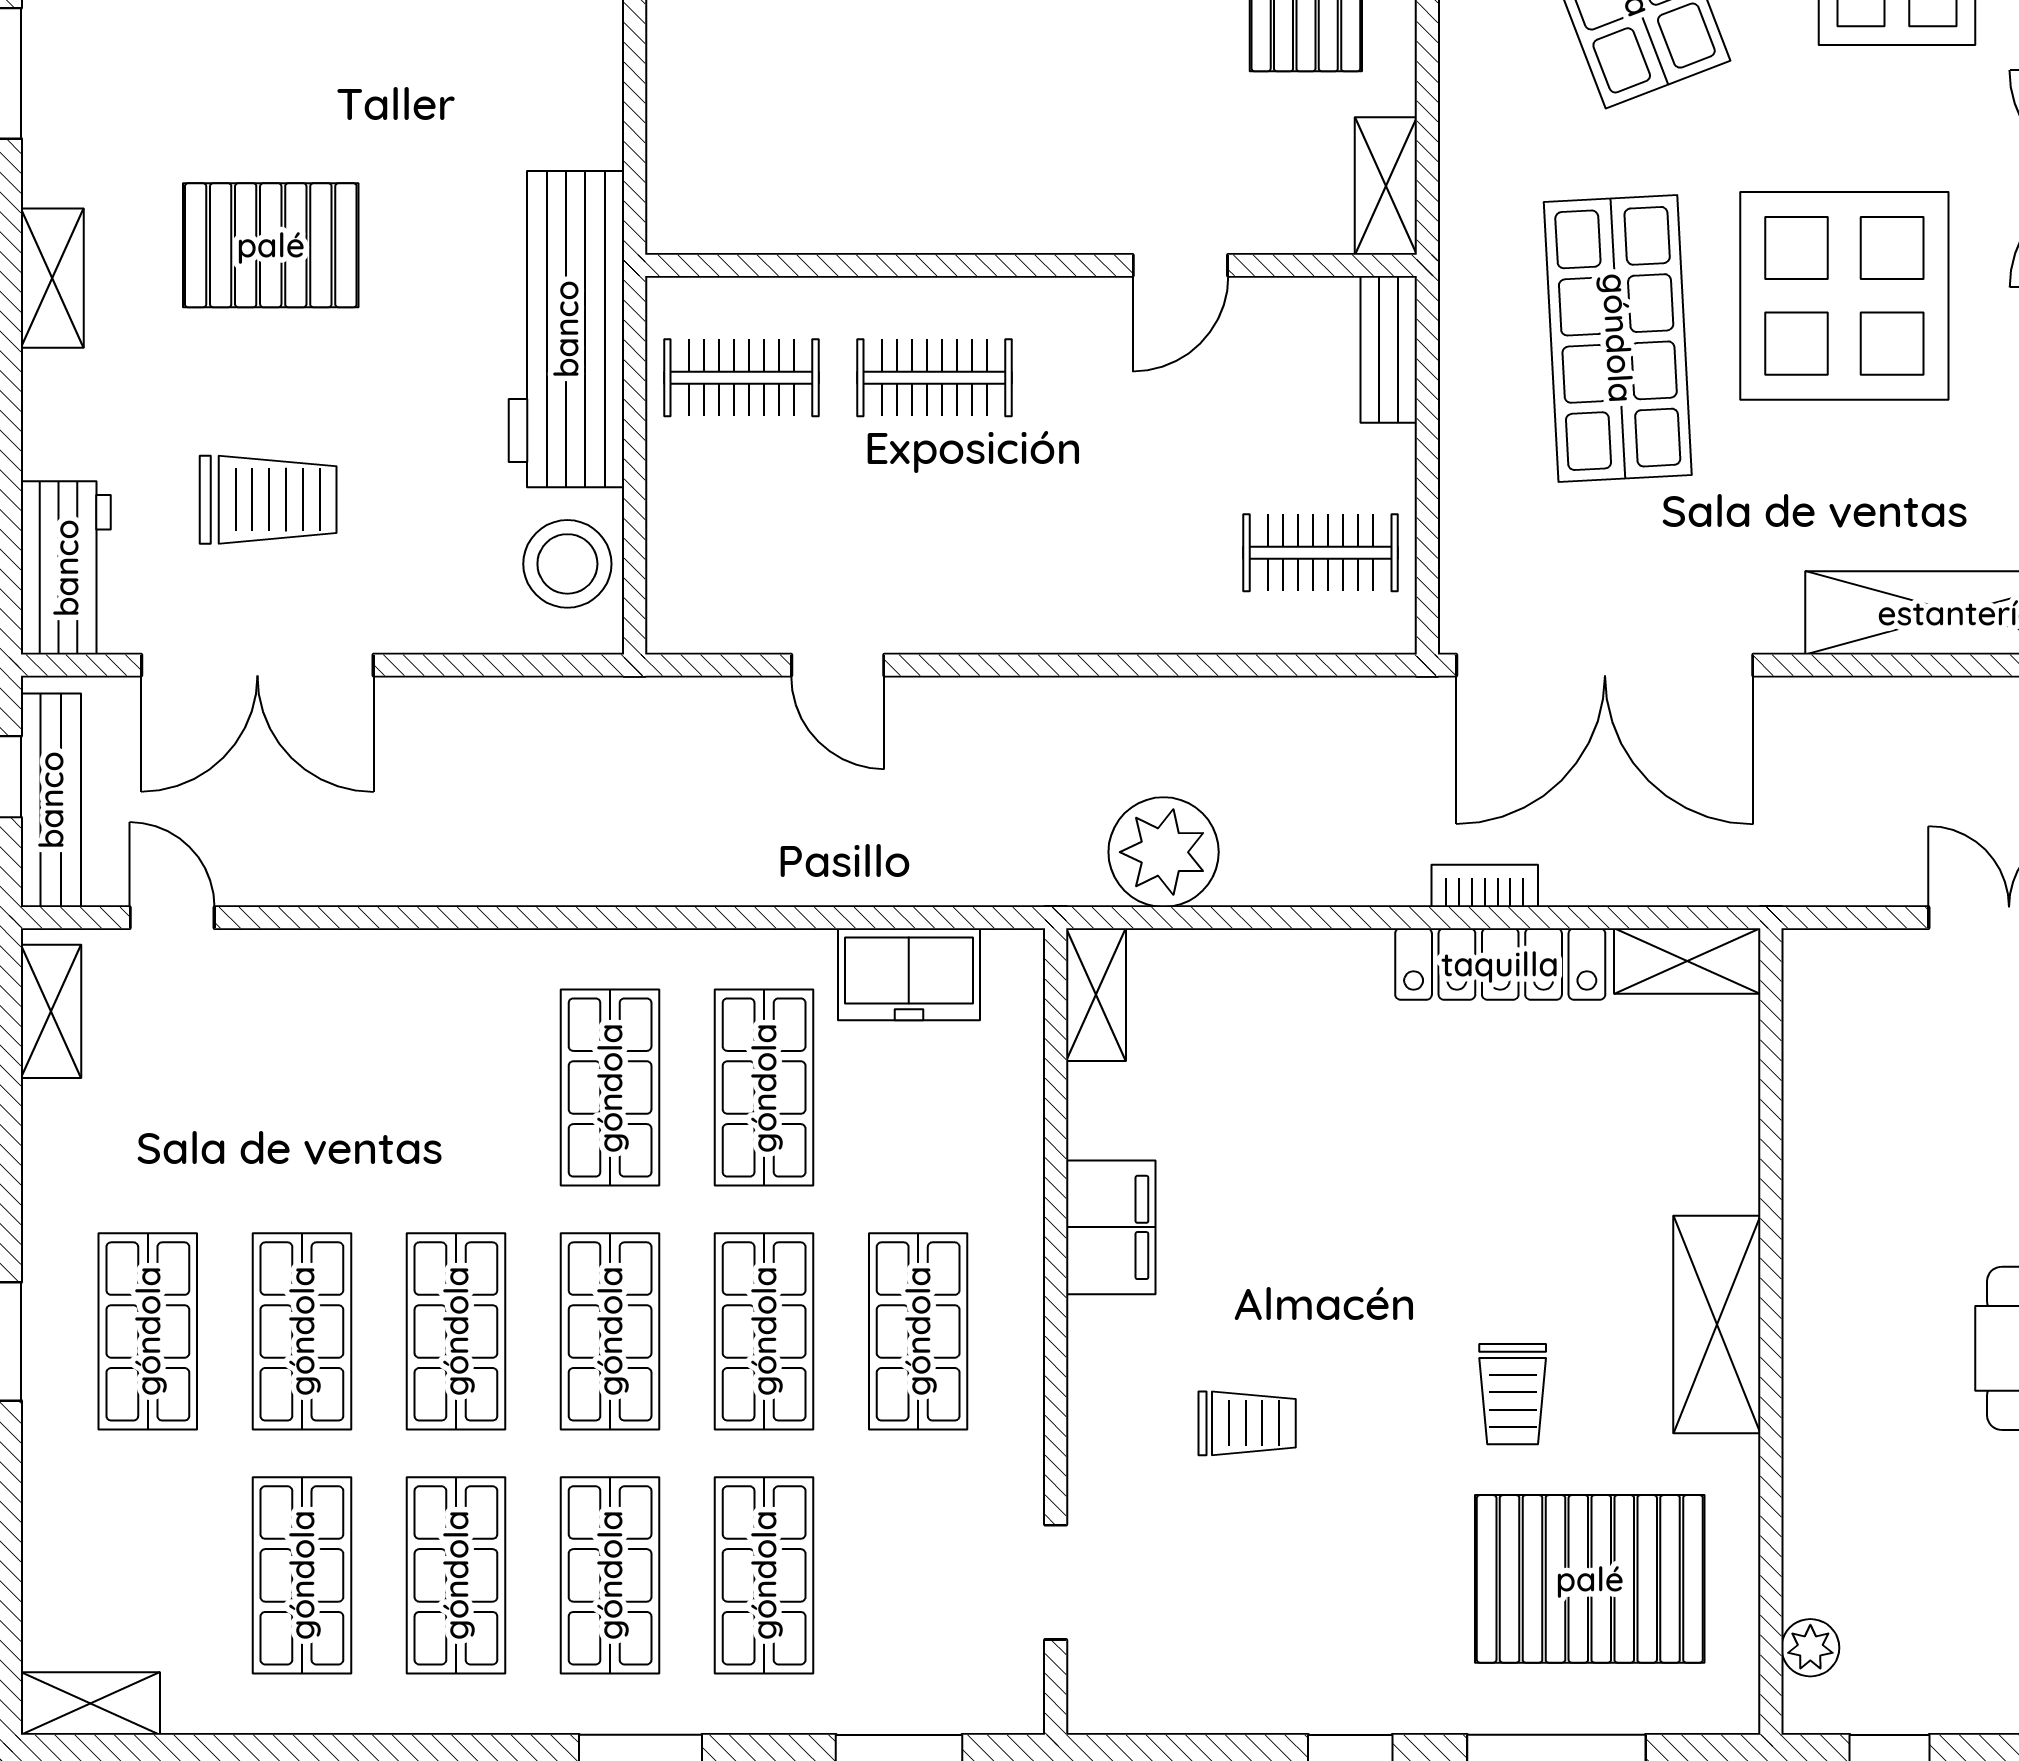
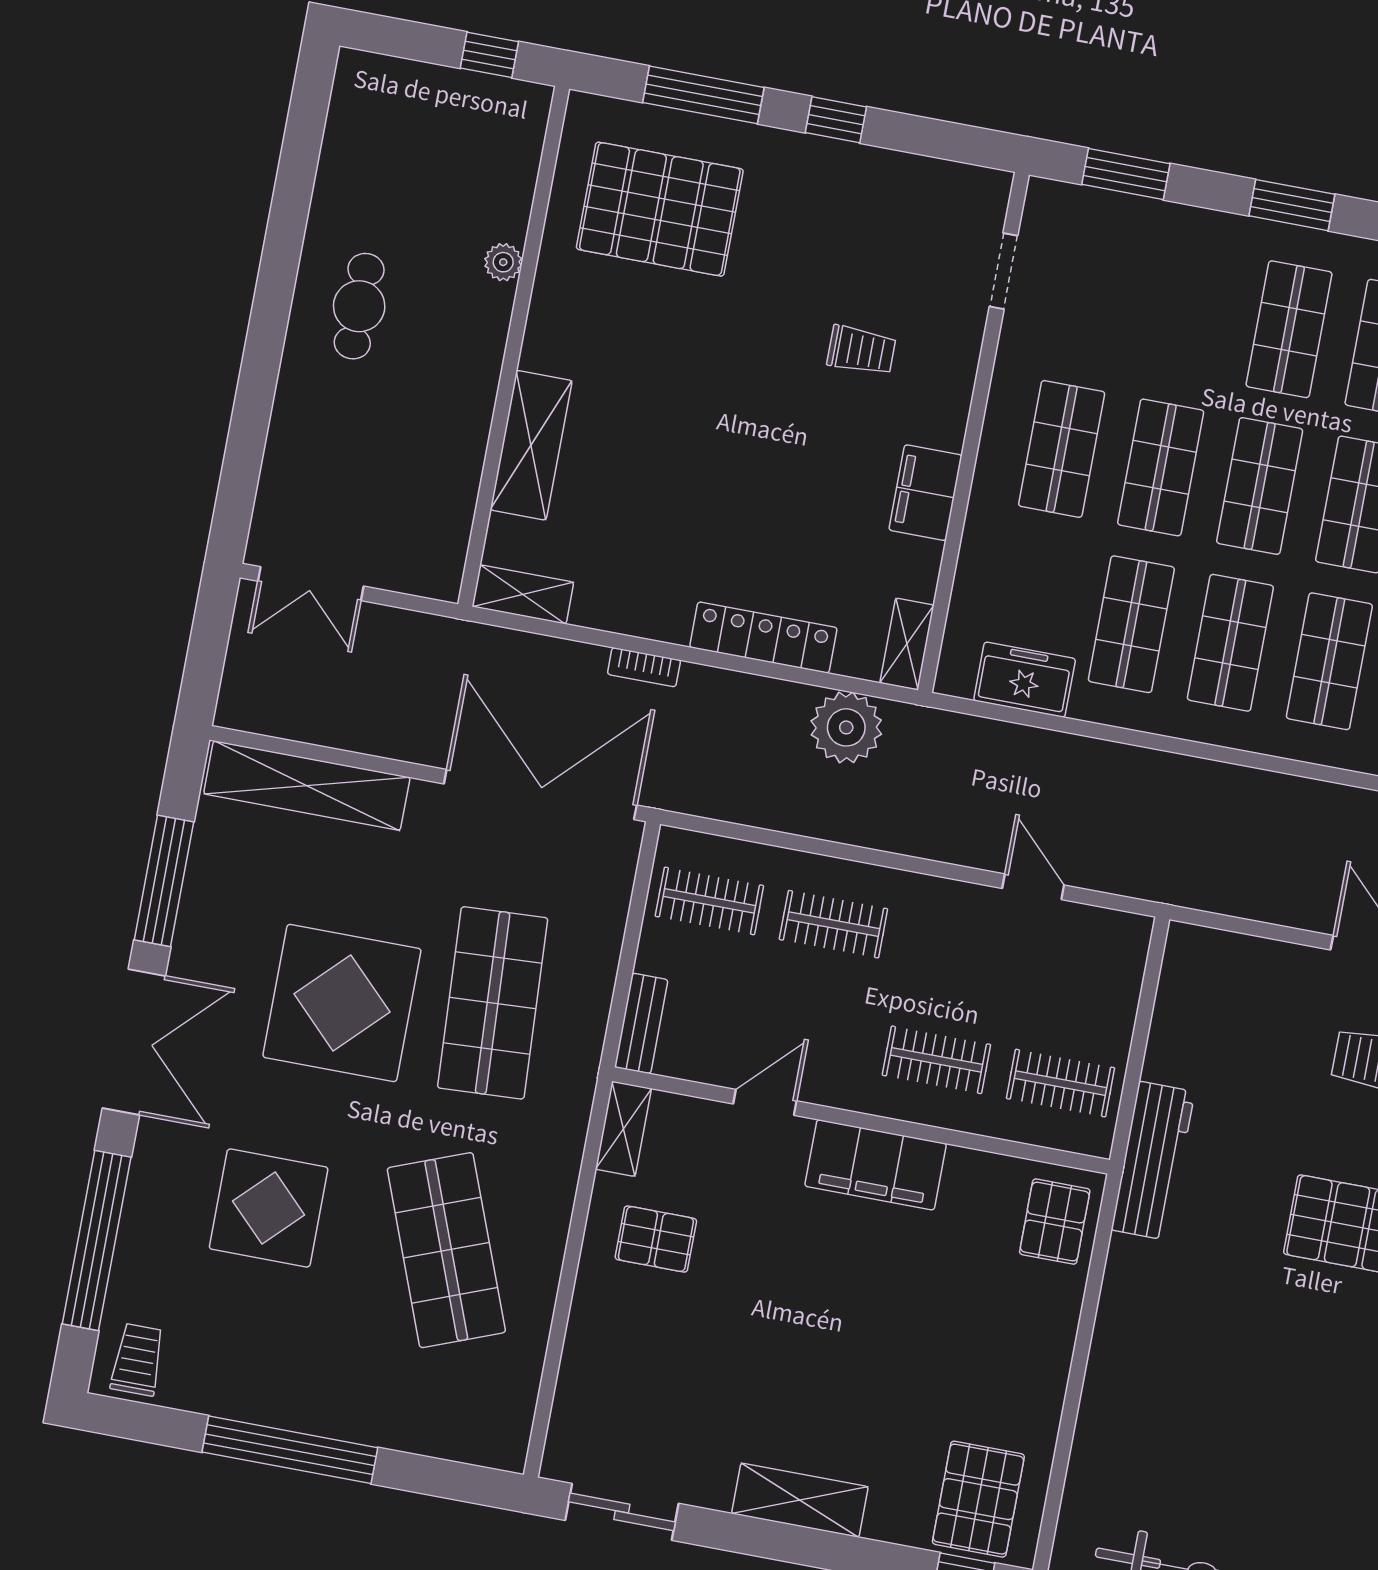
pallet: (711, 168) -> (1055, 1222), added
filing cabinet: (996, 203) -> (876, 1165), added
workbench: (566, 329) -> (1153, 1161), width x0.73, depth x0.76
clothes rail: (1128, 553) -> (833, 924), added
stool: (567, 564) -> (1195, 984), removed
locker: (1500, 964) -> (763, 637), moved
shelving: (1717, 1325) -> (531, 445), moved
trolley: (1513, 1394) -> (687, 337), removed
trolley: (1247, 1423) -> (861, 350), turned 180
shop shelf: (764, 1575) -> (1329, 661), moved
plant: (1810, 1648) -> (503, 262), moved

